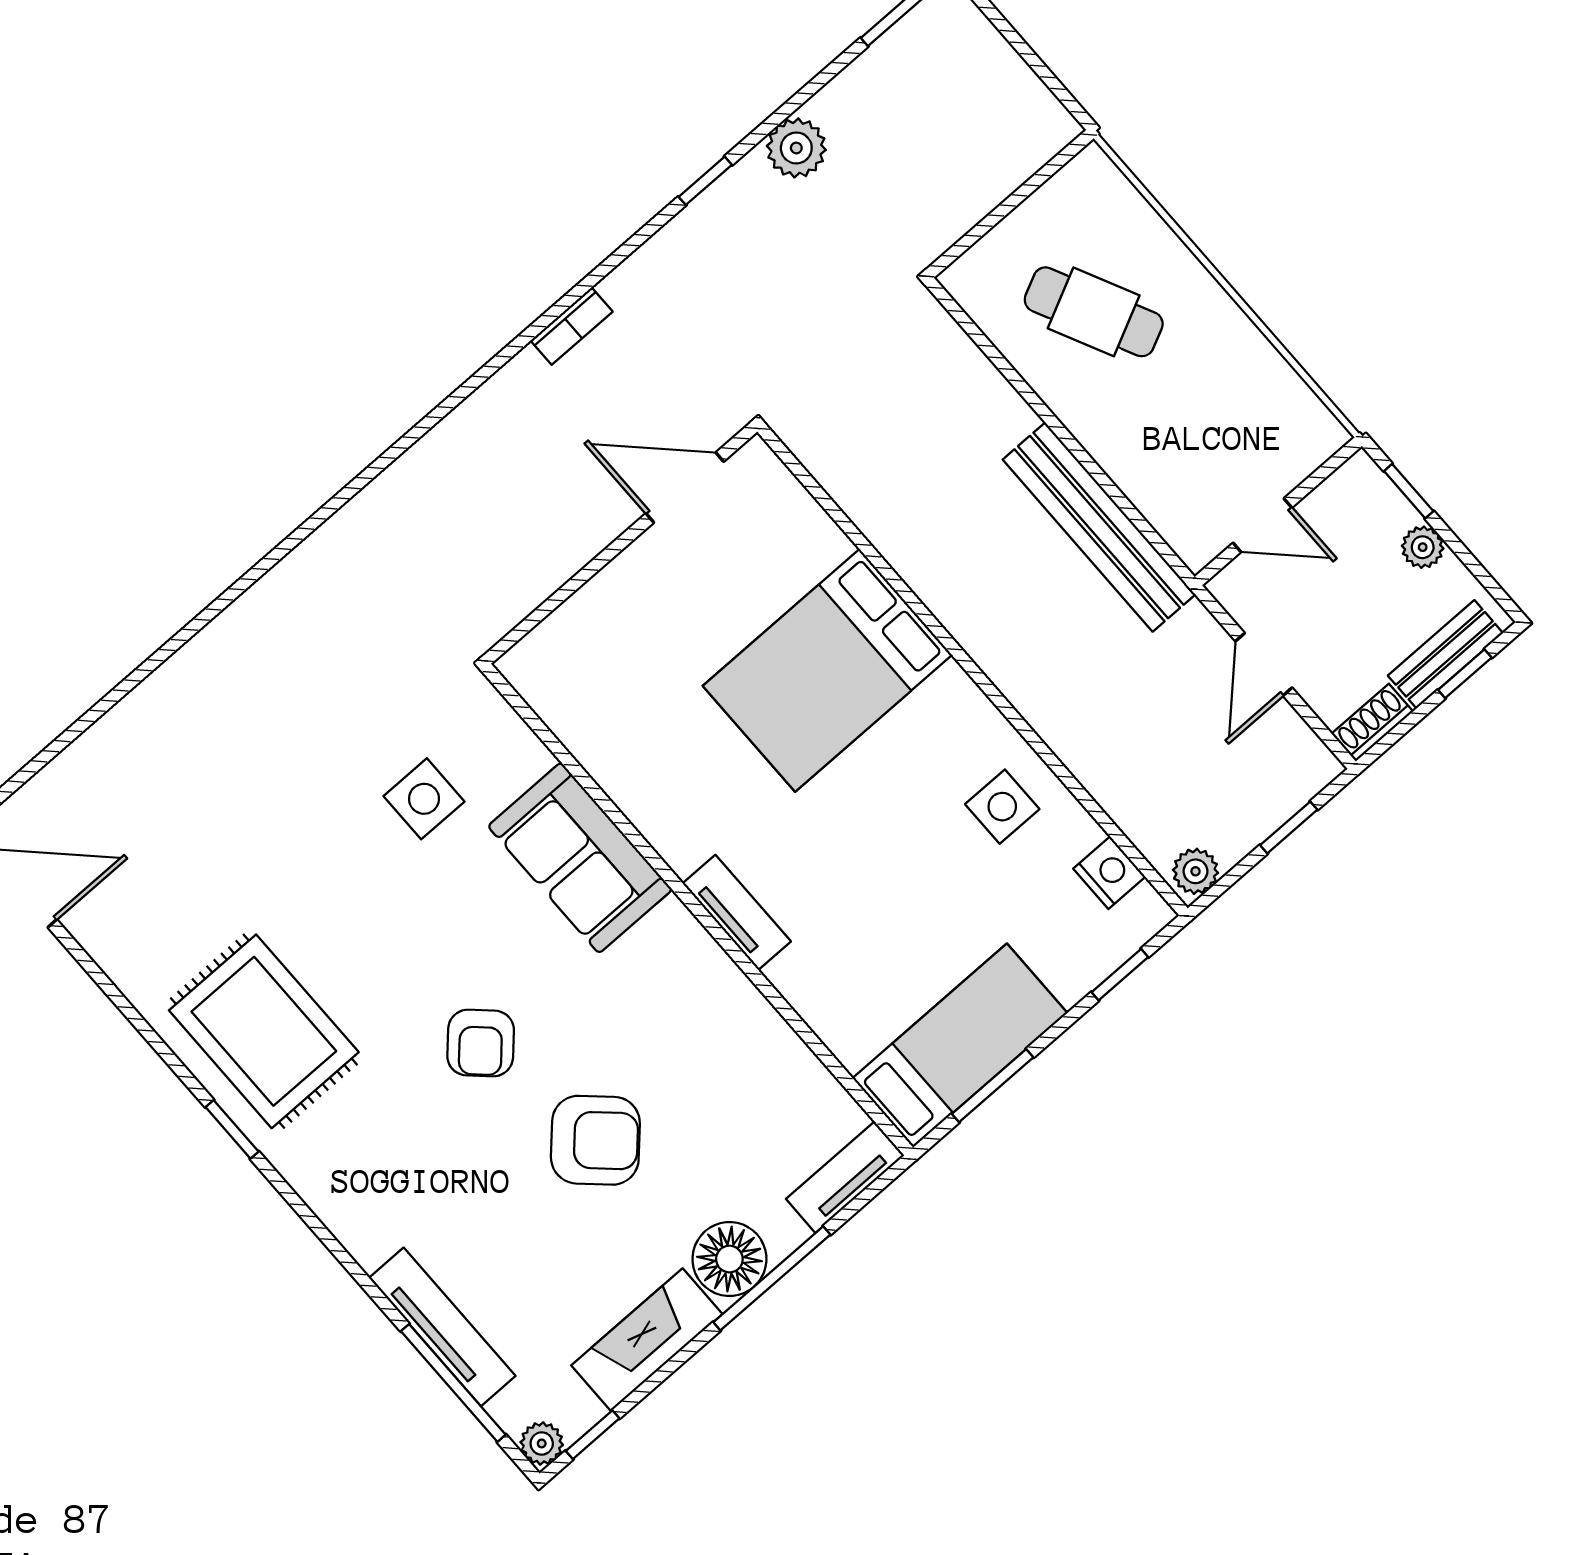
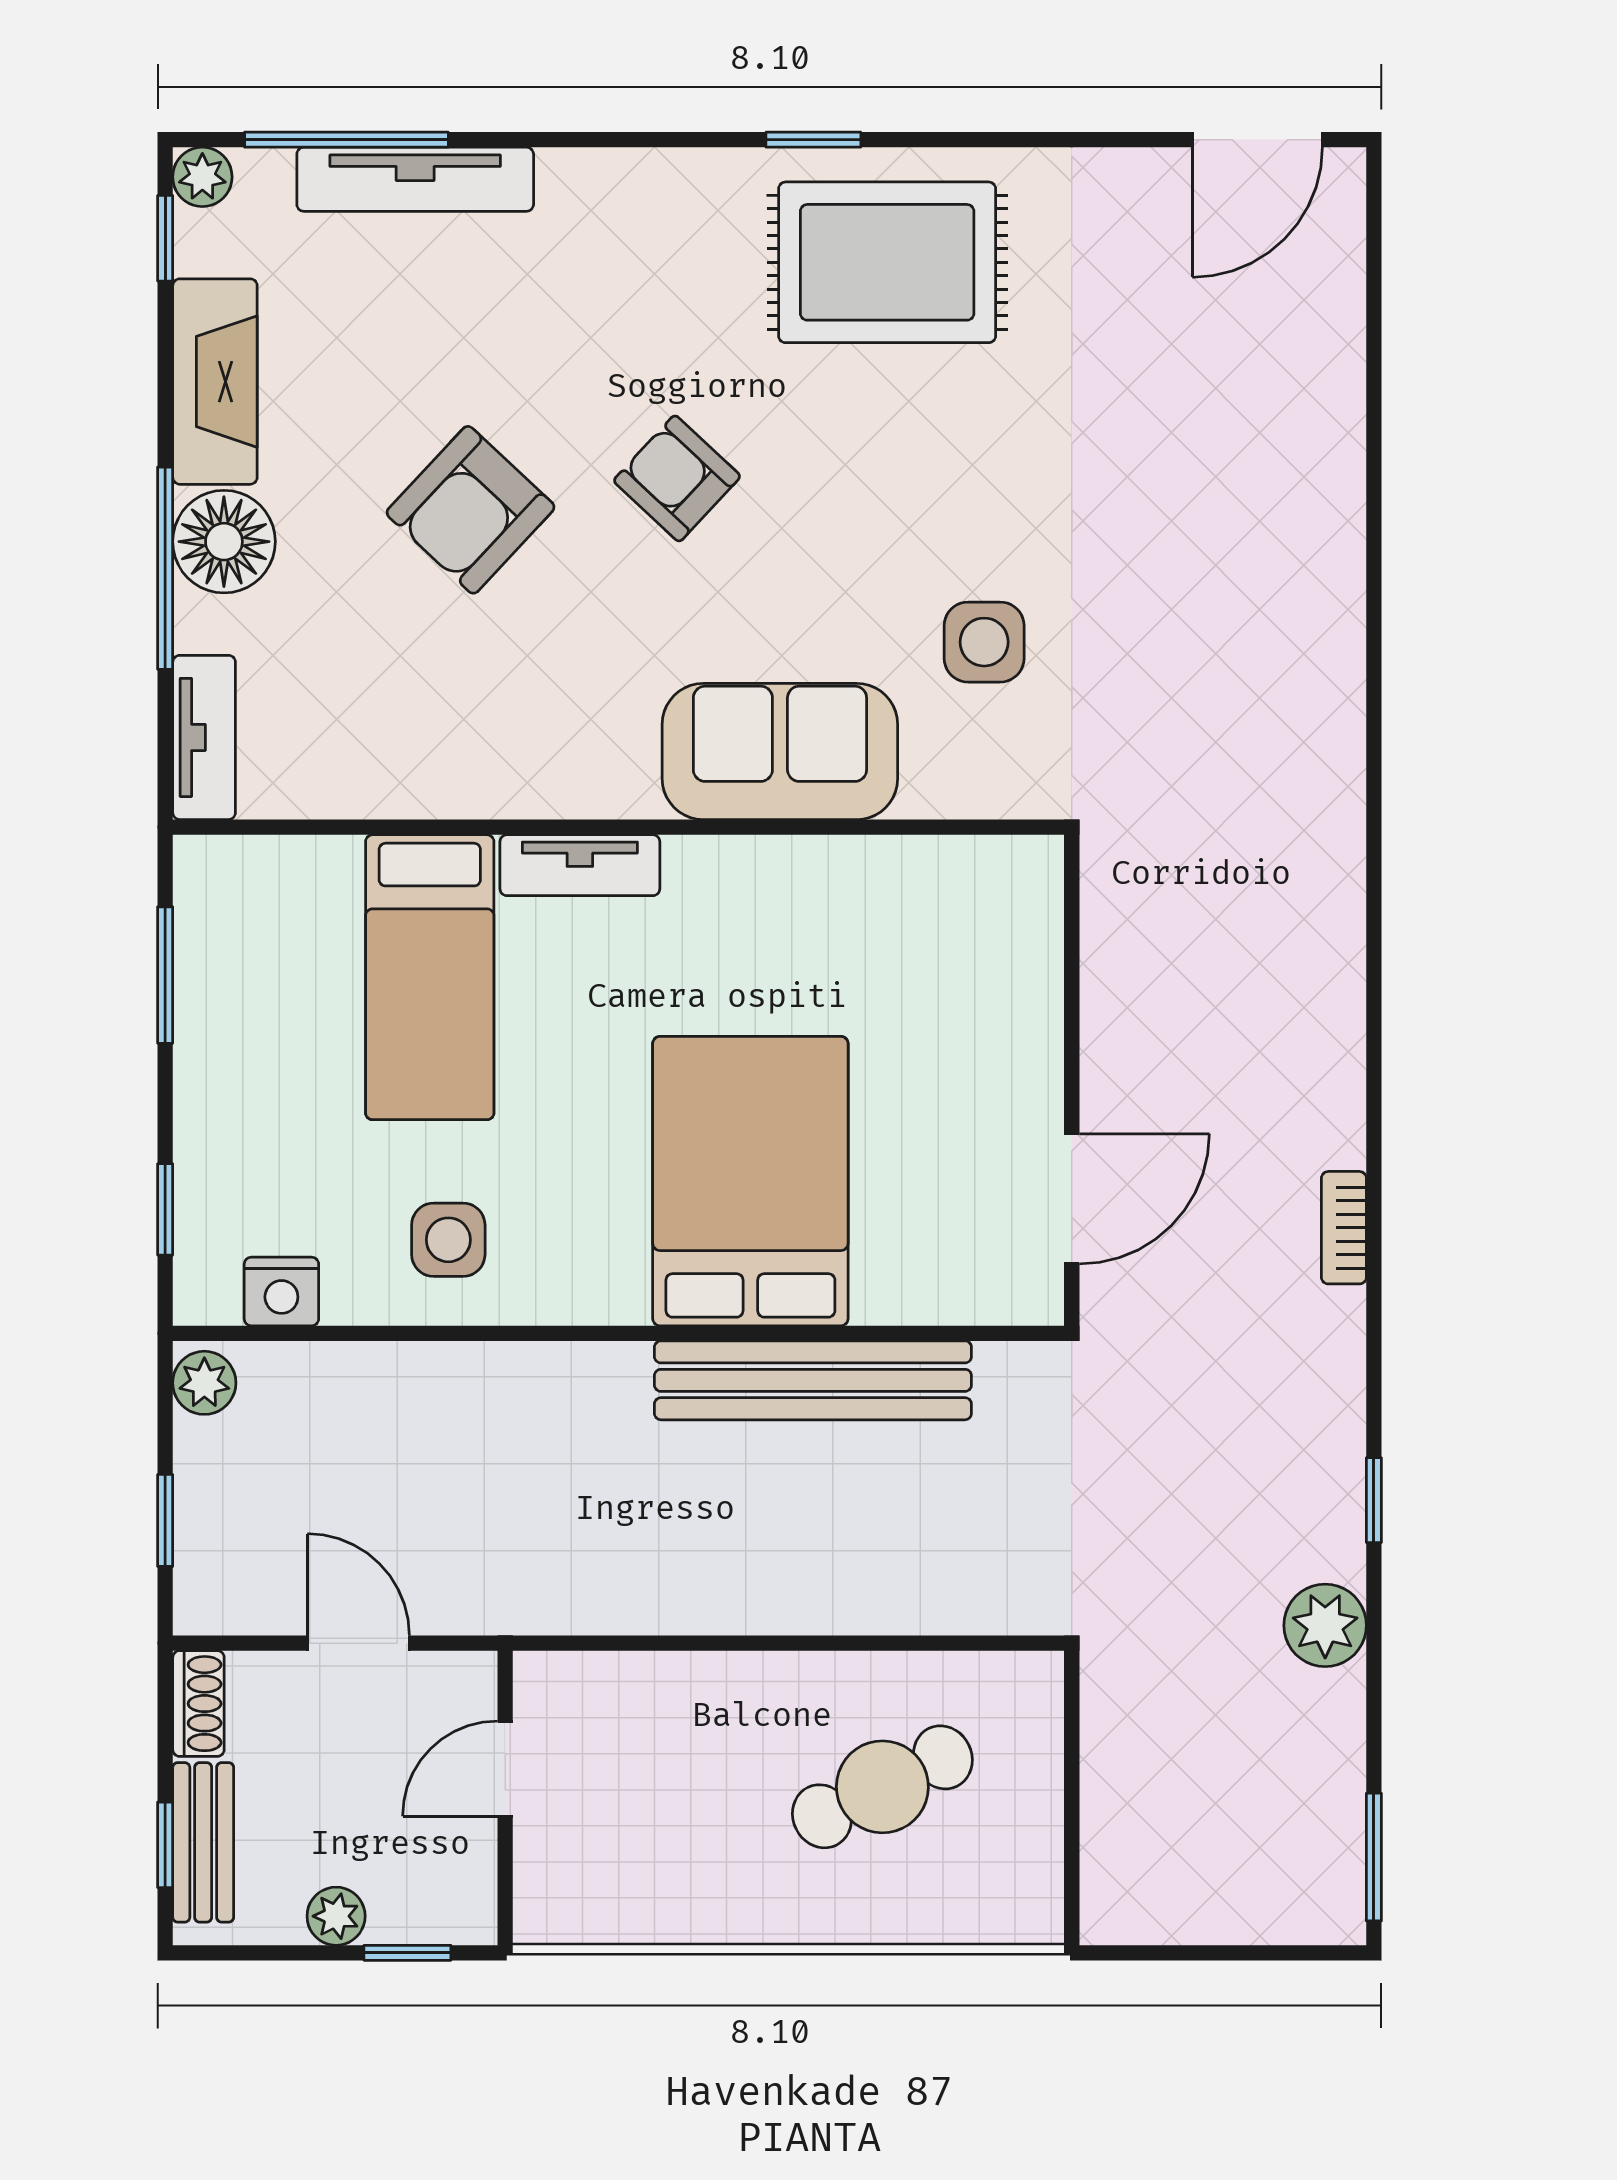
bench: (1099, 527) -> (813, 1380), moved
bed: (960, 1046) -> (430, 977), moved

